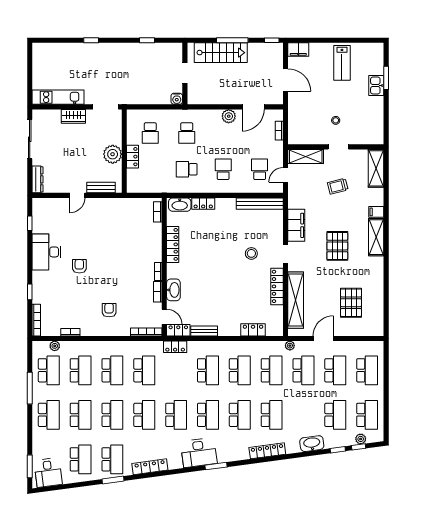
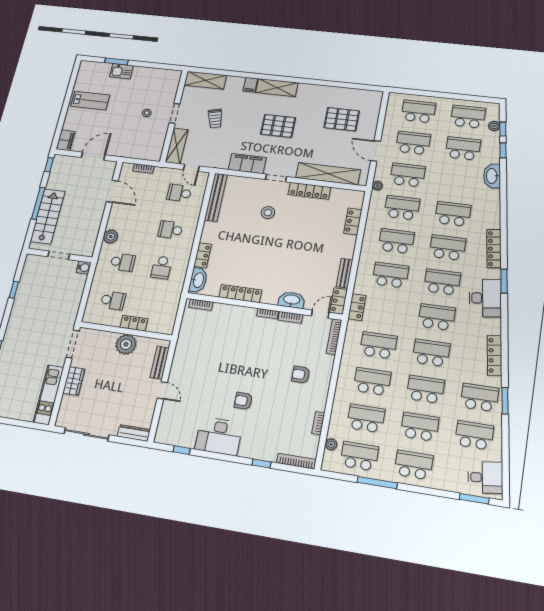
plant: (229, 116) -> (111, 237), moved
locker: (267, 451) -> (494, 249), moved

